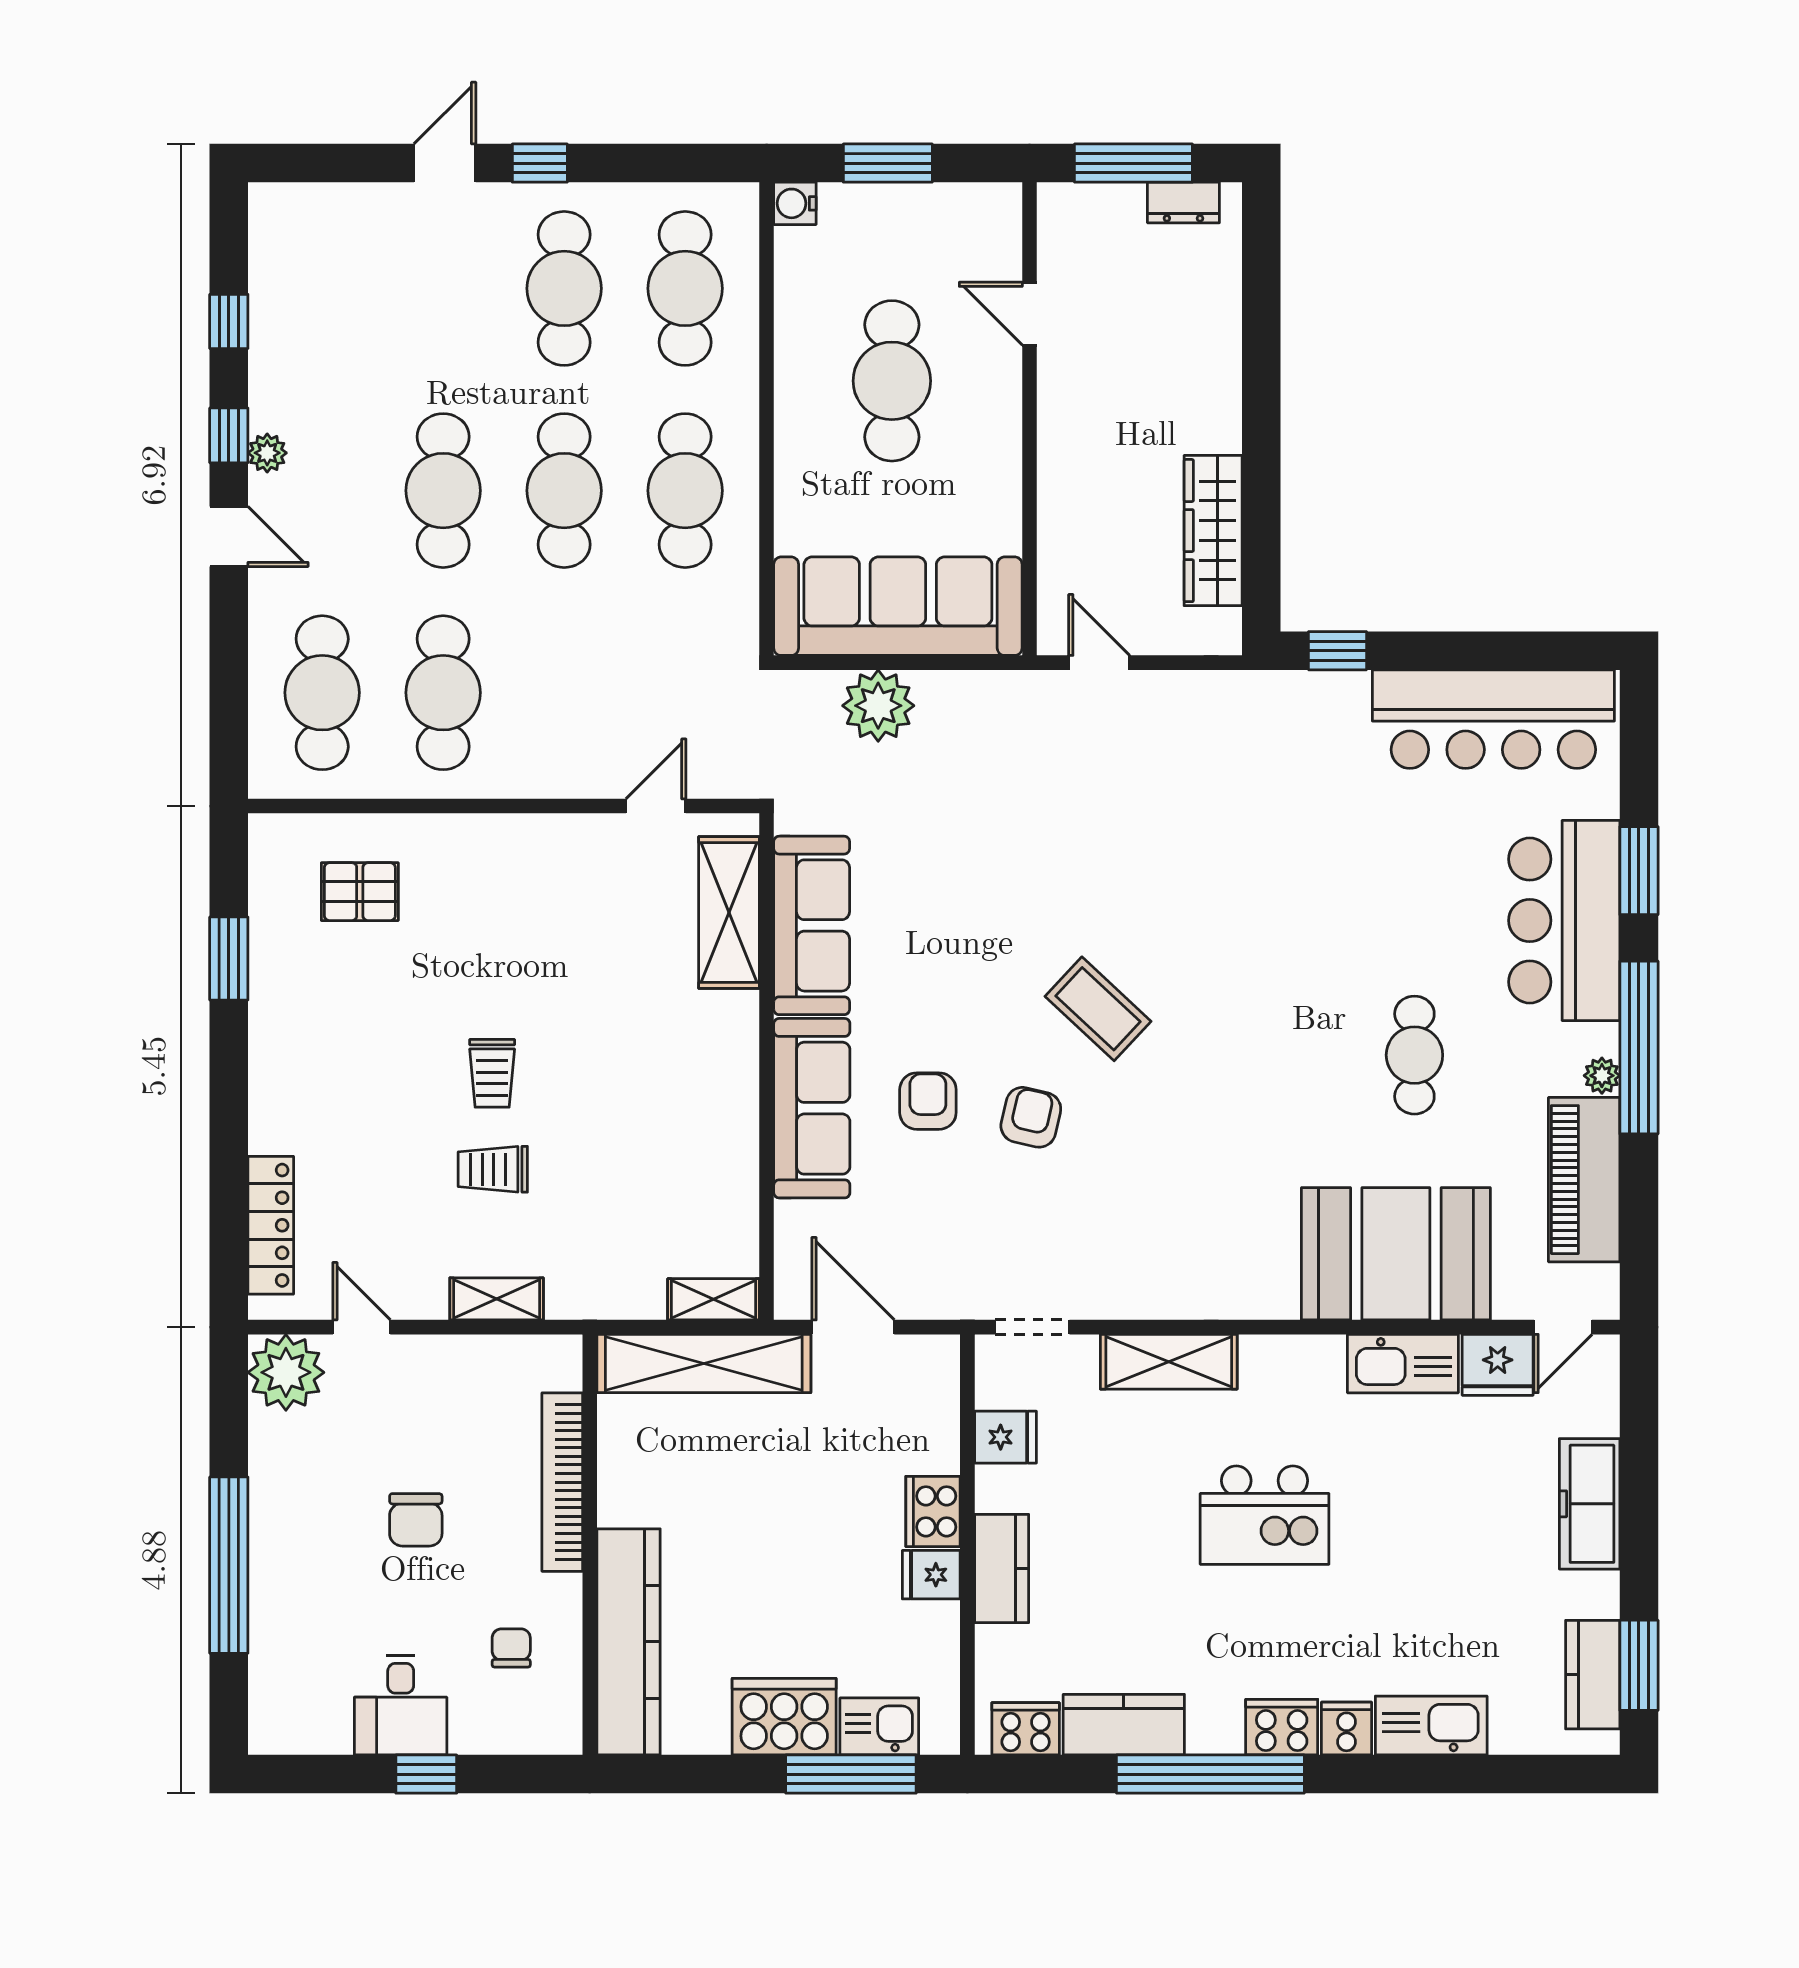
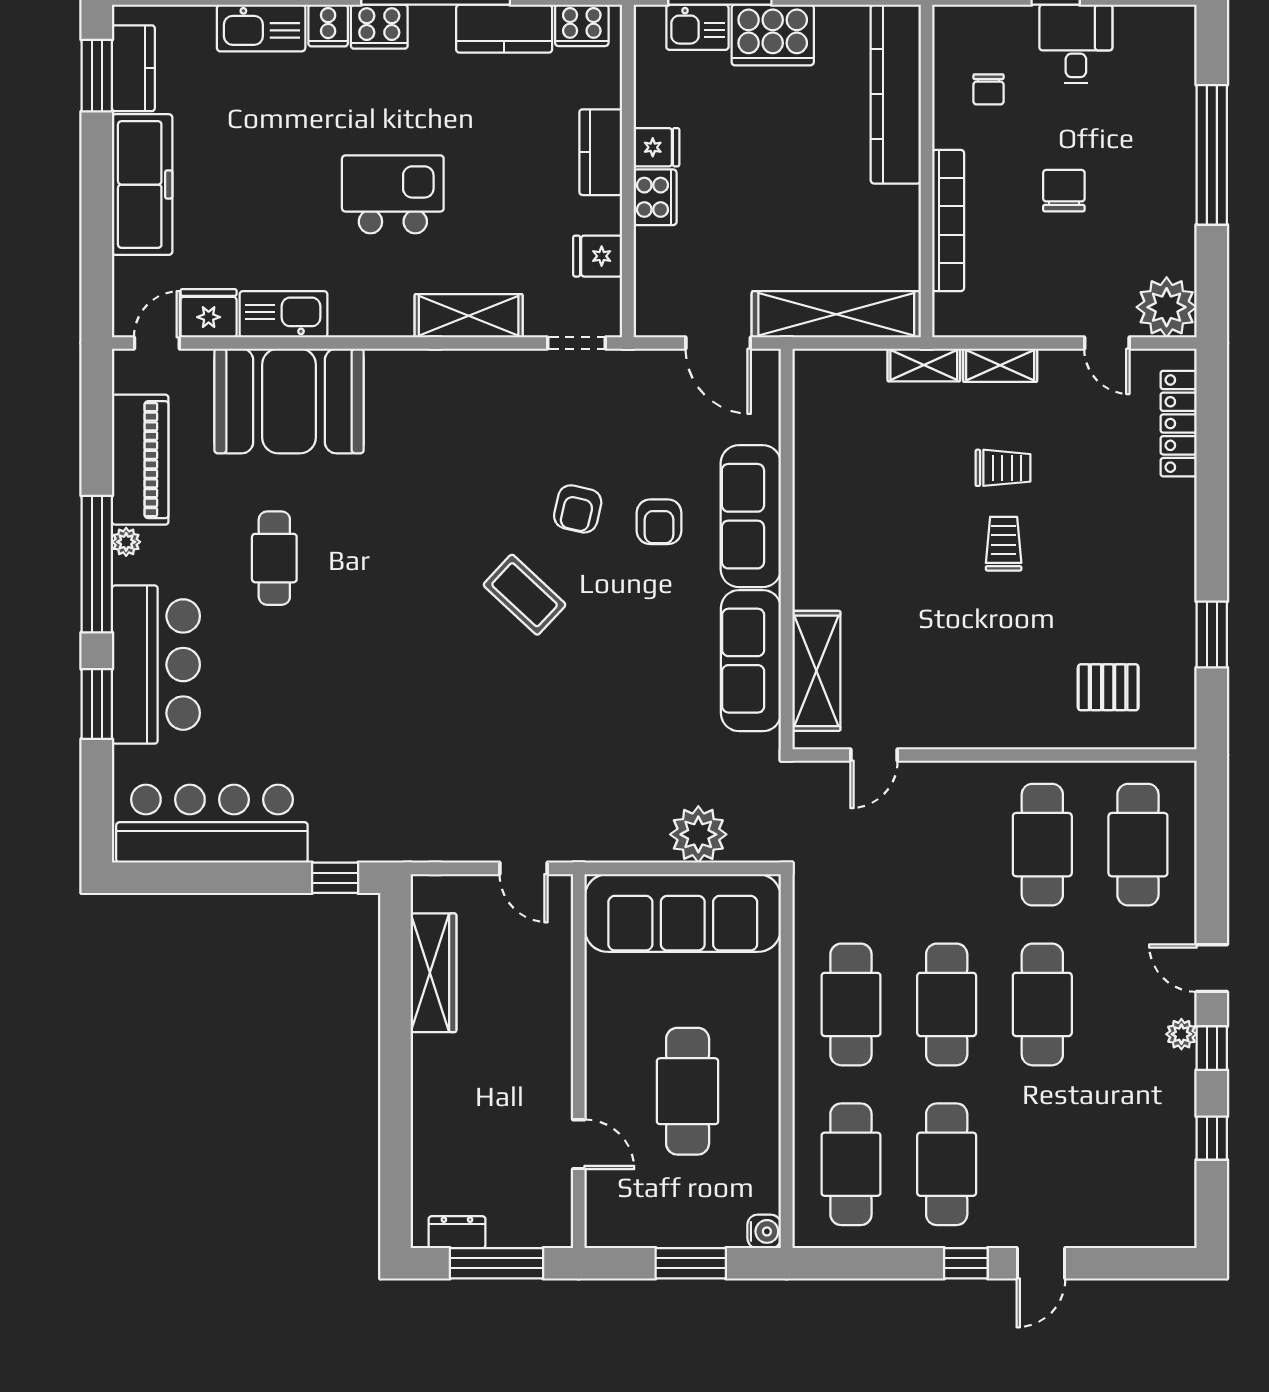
shelving: (714, 1299) -> (924, 365), moved
freezer: (1590, 1504) -> (142, 185), width x1.36, depth x1.26

